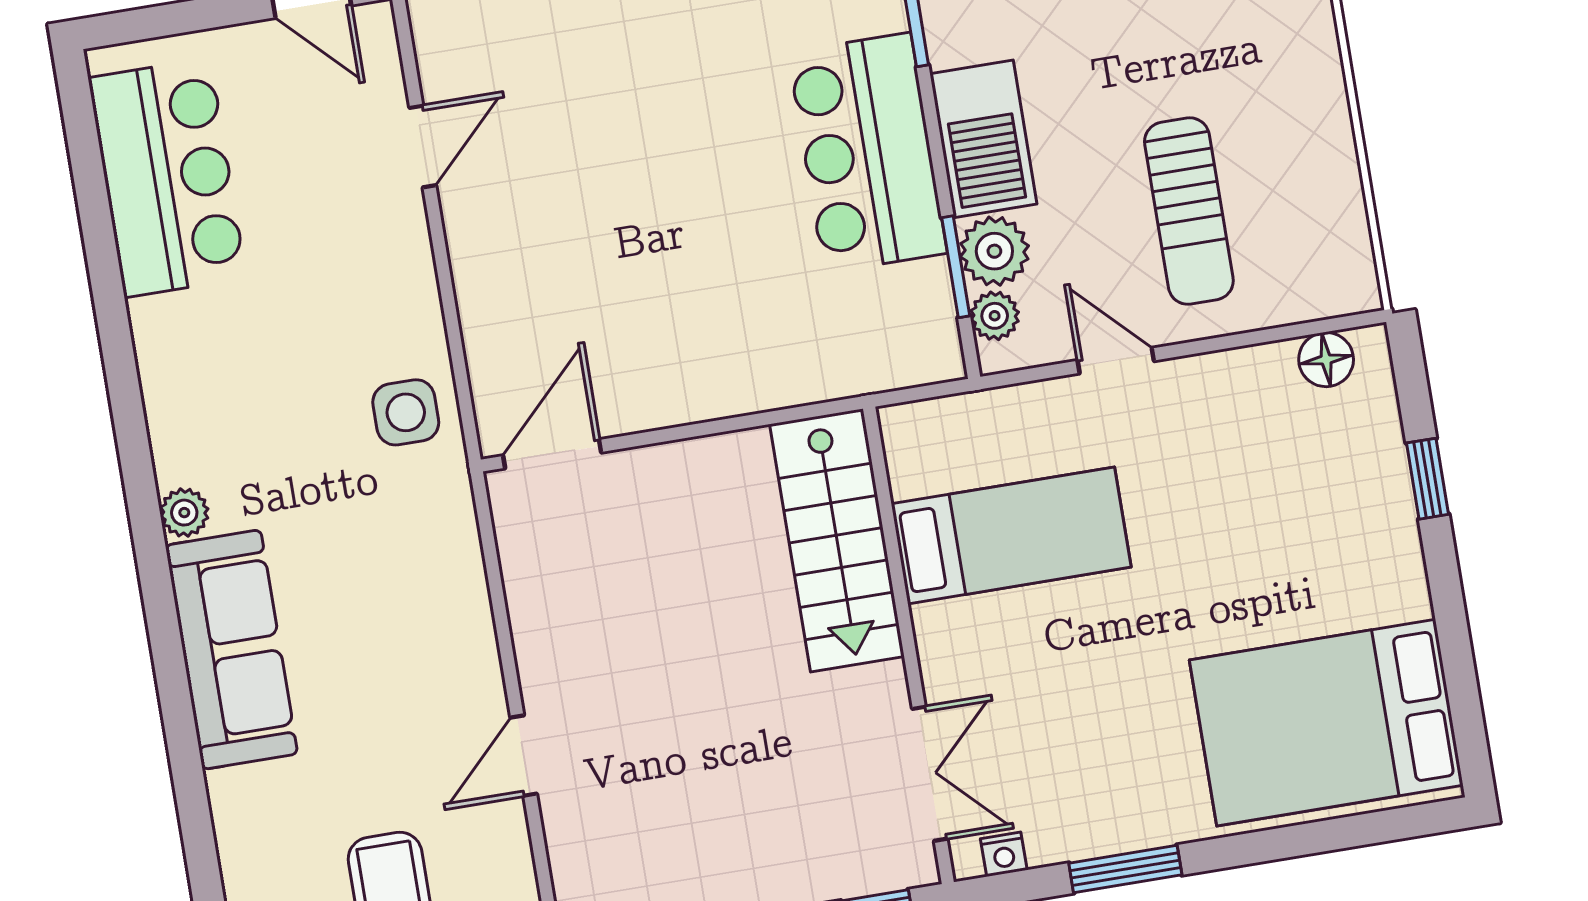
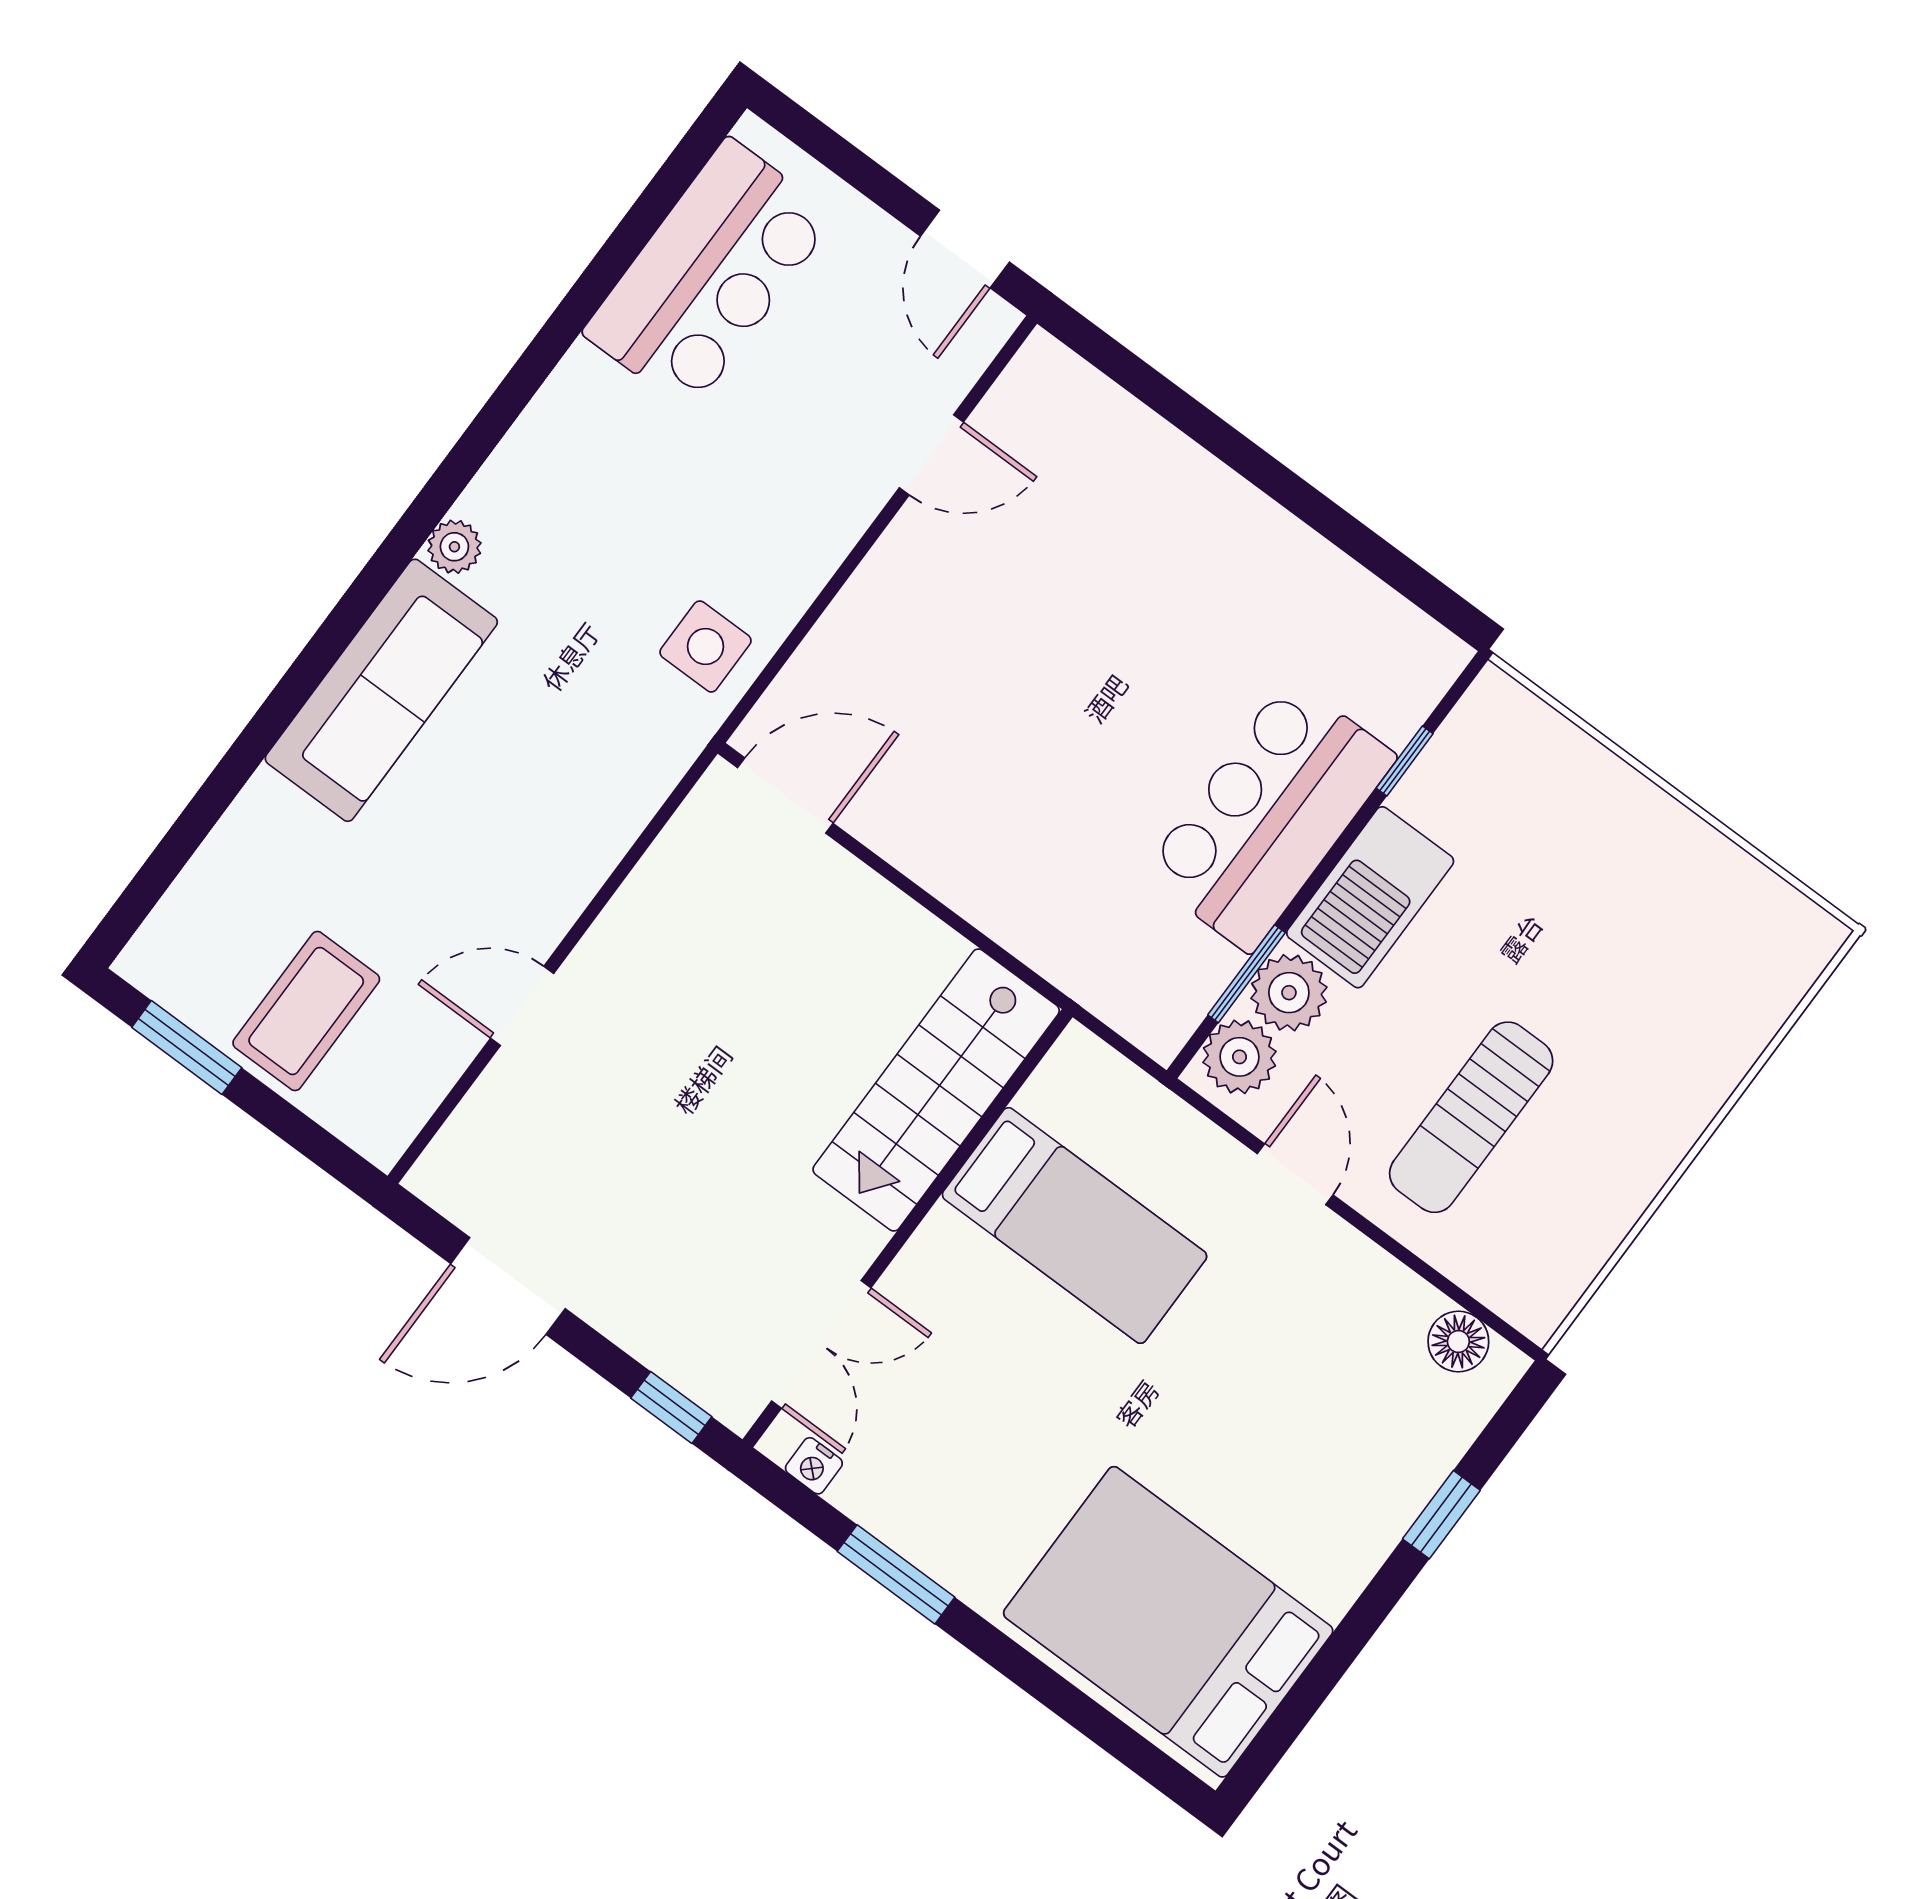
plant: (995, 316) -> (1240, 1057), width x1.38, depth x1.38

